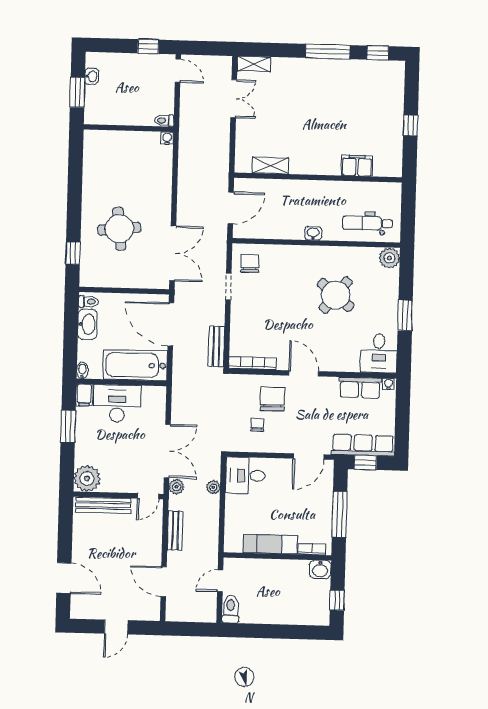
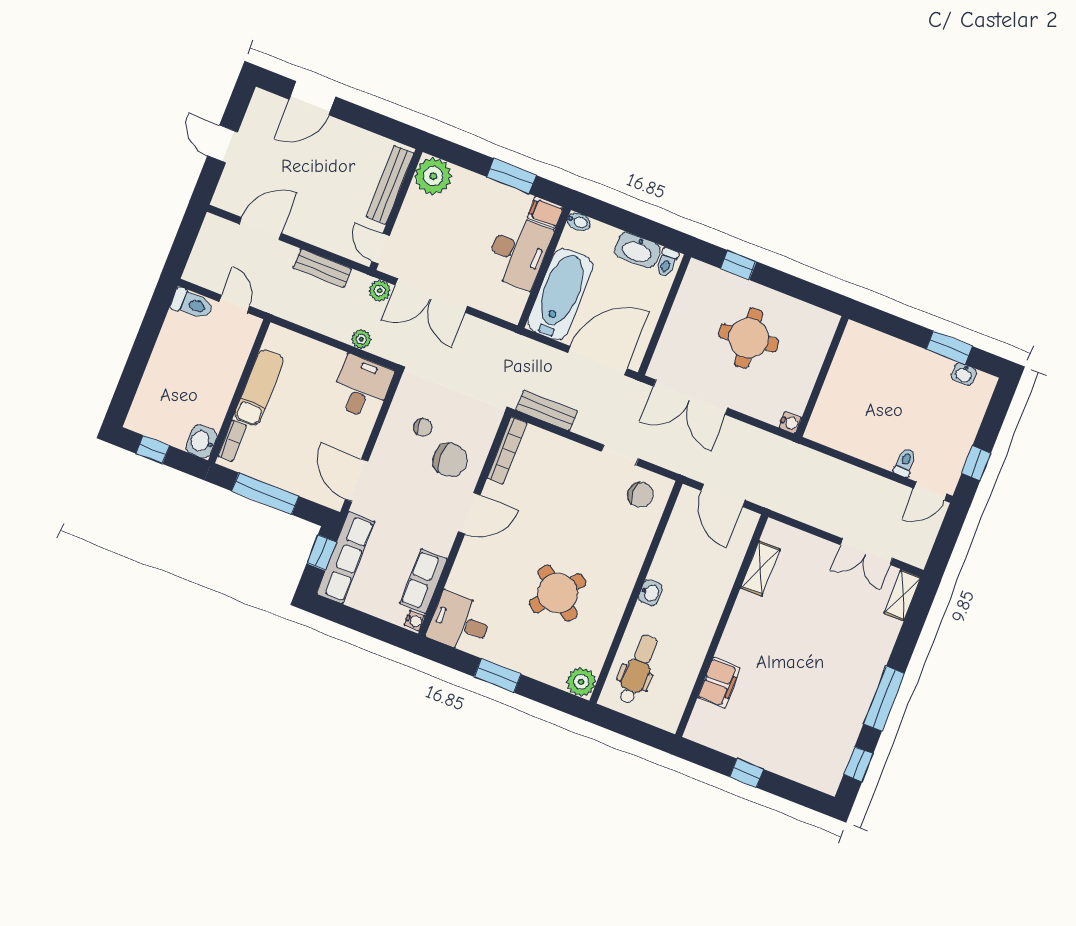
toilet: (164, 121) -> (905, 463), moved
wall: (129, 128) -> (822, 377), moved
water cooler: (167, 138) -> (790, 423), moved

